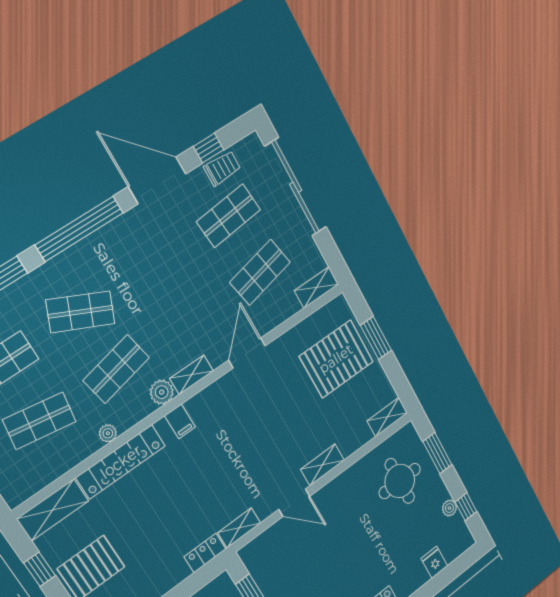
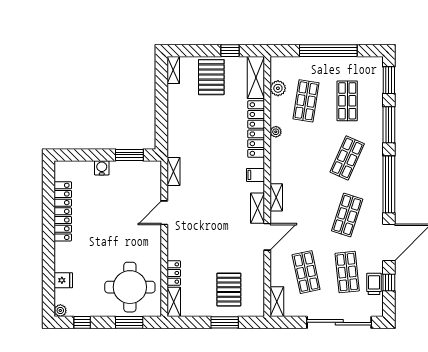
trolley: (222, 168) -> (374, 284), turned 180
door: (247, 353) -> (267, 237), hinge flipped
pallet: (336, 359) -> (229, 290), width x0.73, depth x0.71
shop shelf: (116, 369) -> (347, 215), moved, turned 30
plant: (162, 392) -> (278, 88), moved
shelving: (322, 465) -> (258, 208), moved
round table: (400, 481) -> (130, 287), width x1.36, depth x1.36
plant: (449, 508) -> (60, 311), moved
locker: (205, 553) -> (174, 273), moved

